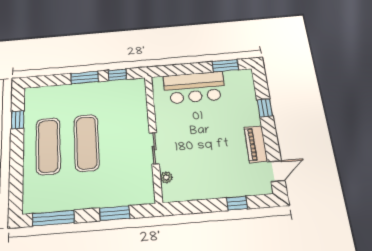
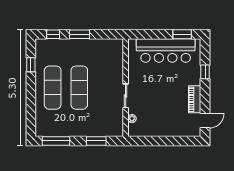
window: (117, 75) -> (53, 34), moved
bar counter: (194, 88) -> (166, 50), width x1.36
window: (237, 203) -> (176, 141), removed

